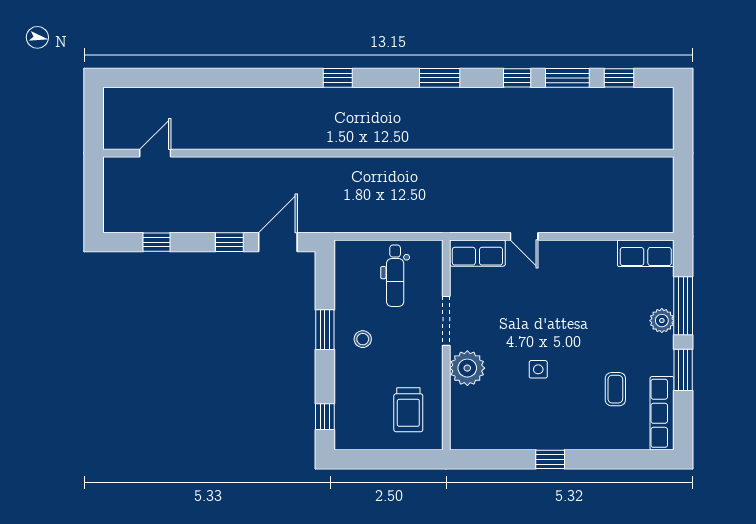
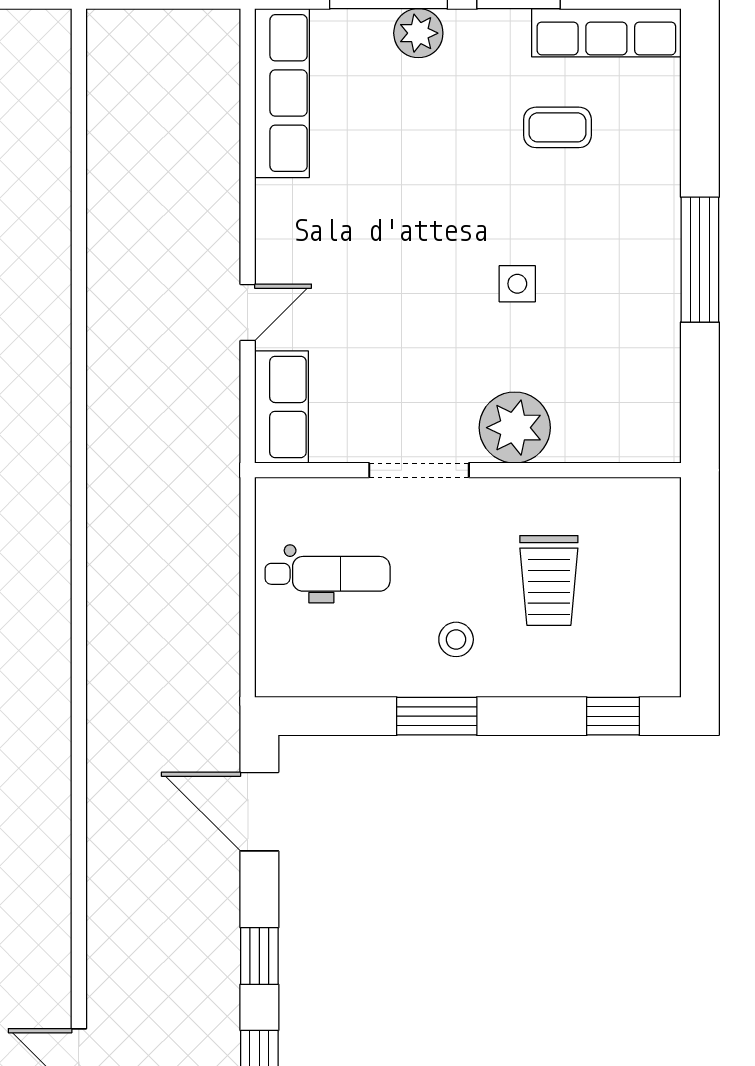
window: (229, 242) -> (259, 956), moved
row of seats: (646, 253) -> (282, 93), width x1.48
trolley: (408, 410) -> (549, 580), moved, turned 90
window: (550, 459) -> (700, 260), width x2.17

